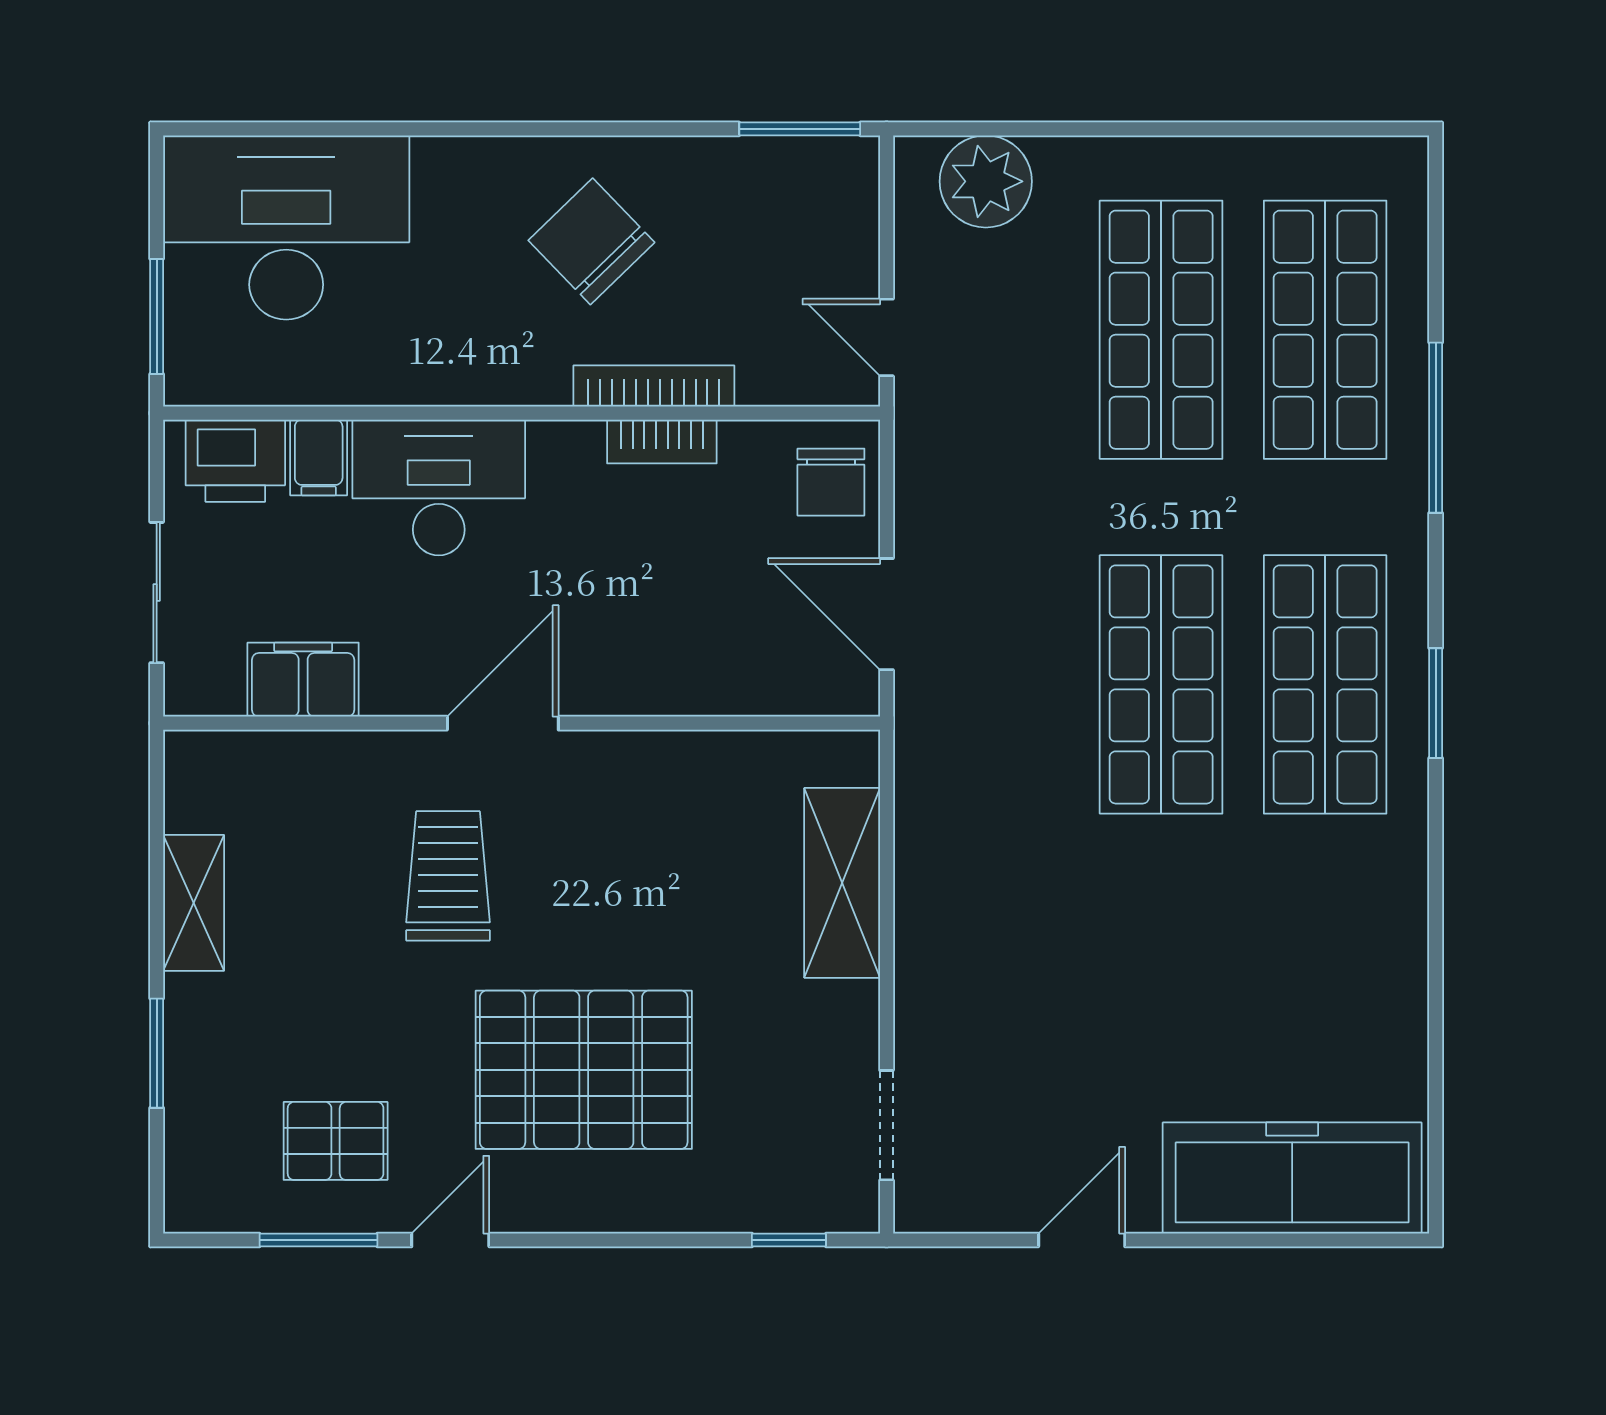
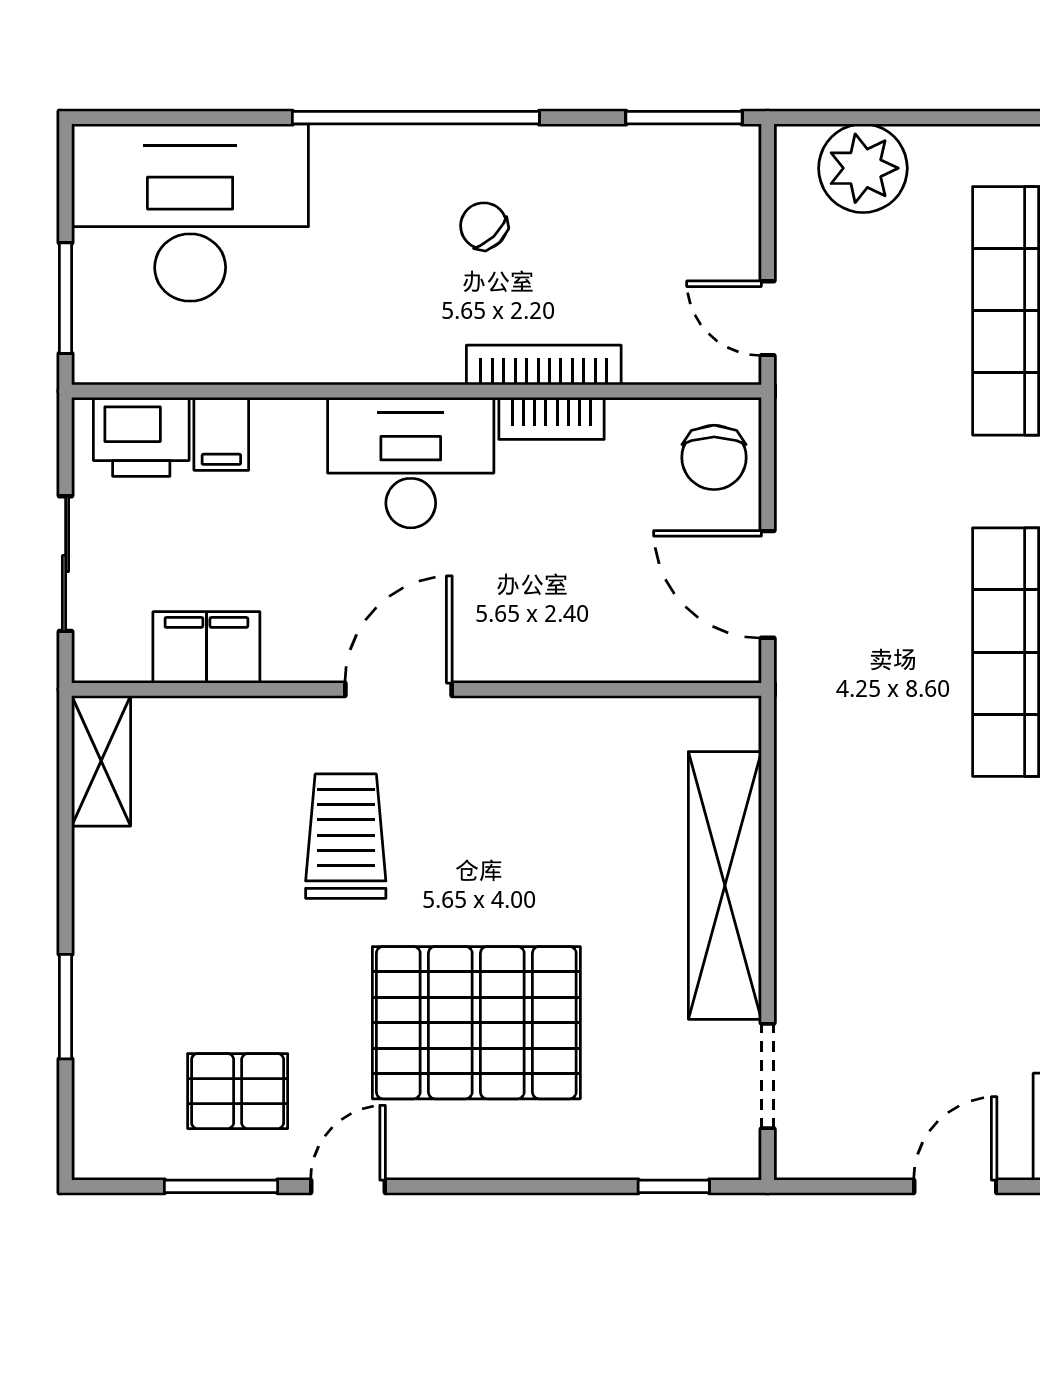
window: (521, 129) -> (416, 118), added
chair: (591, 241) -> (484, 226), width x0.54, depth x0.54
desk: (439, 487) -> (411, 463), moved
shelving: (842, 883) -> (725, 885), width x1.47
shelving: (194, 903) -> (101, 761), moved

